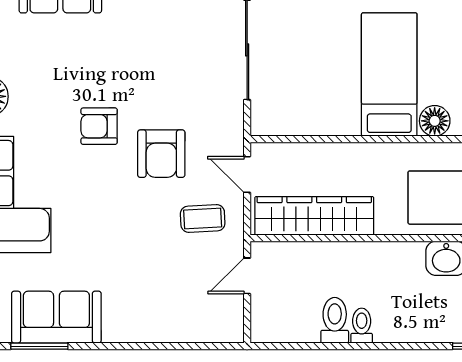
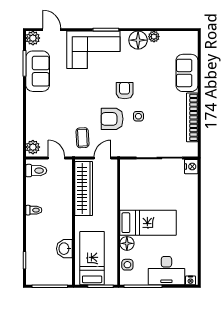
side table: (155, 96) -> (138, 116), added
toilet: (335, 320) -> (36, 171), moved
plant: (223, 328) -> (33, 147), added

